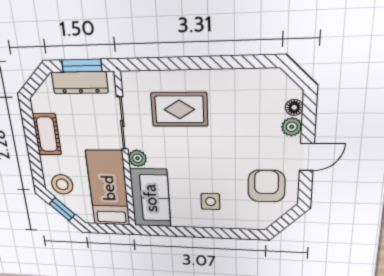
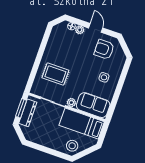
rug: (179, 109) -> (55, 74), turned 90
cot: (47, 134) -> (45, 140), removed
window: (62, 209) -> (85, 153), removed

